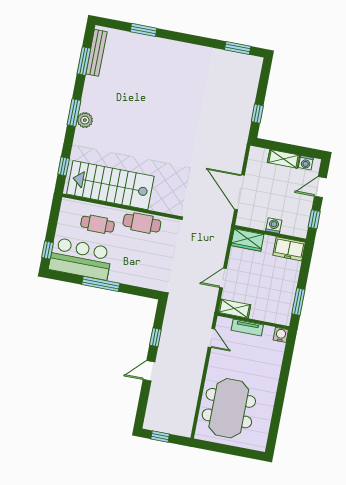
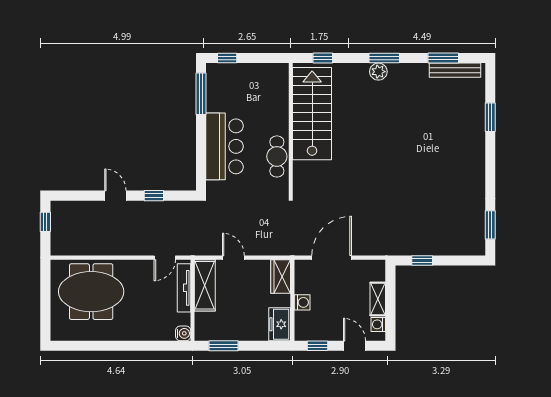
cafe table: (97, 224) -> (266, 108), removed
bar counter: (81, 259) -> (224, 146), moved
window: (101, 284) -> (201, 94), moved
shelving: (234, 309) -> (205, 285), width x1.50, depth x1.33
tv unit: (247, 328) -> (184, 288), width x1.41

